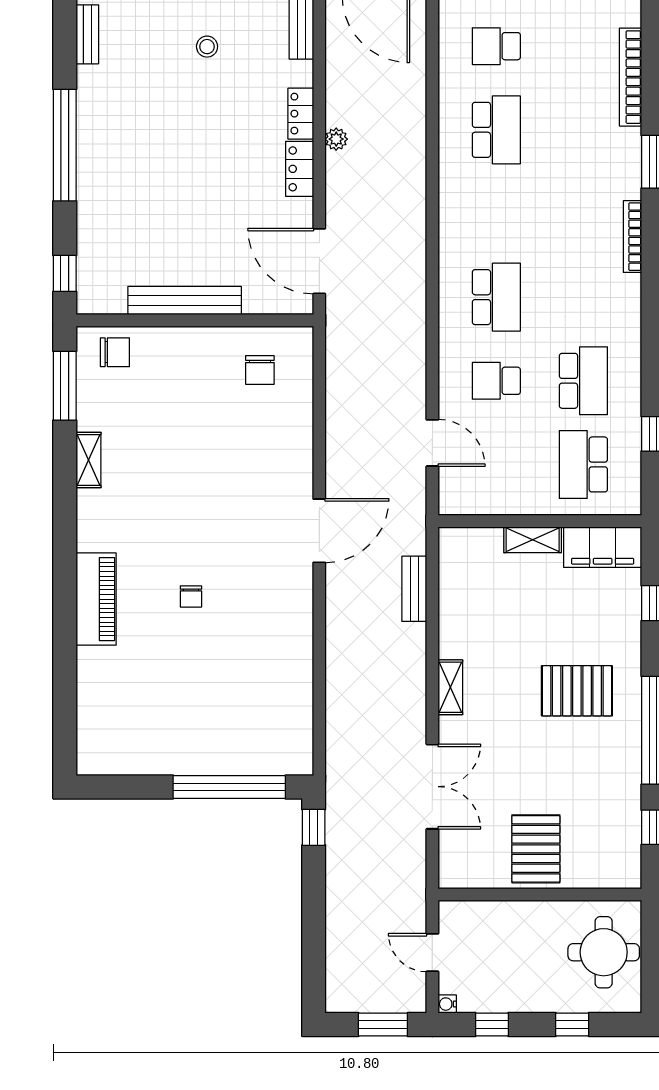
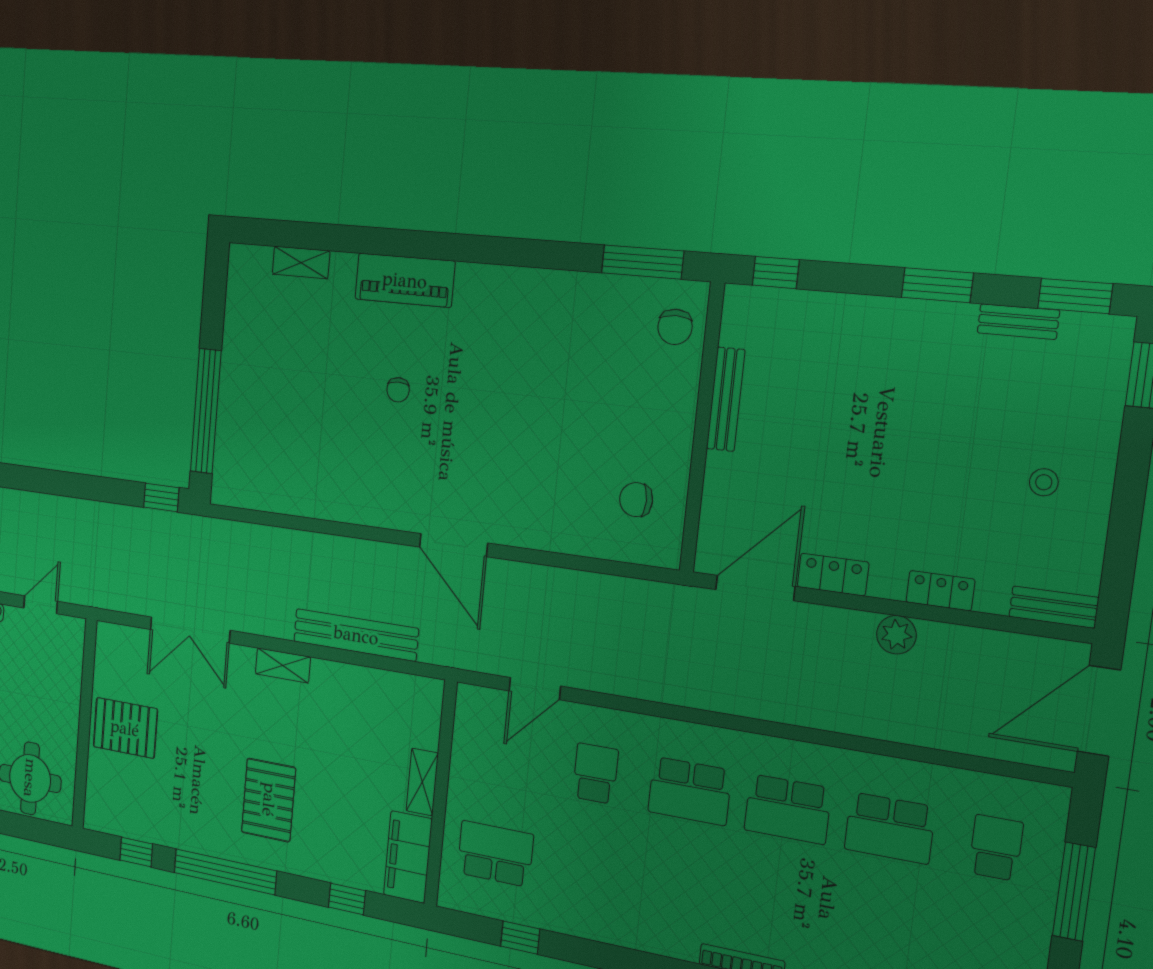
bench: (87, 34) -> (1018, 322), moved
window: (65, 42) -> (1075, 296), added
plant: (336, 139) -> (896, 635), width x1.38, depth x1.38
window: (65, 145) -> (937, 285), width x0.47
locker: (300, 169) -> (833, 575), moved
bench: (185, 301) -> (726, 399), width x0.73, depth x0.82
school desk: (583, 381) -> (788, 809), moved
shelving: (89, 460) -> (301, 262), moved
bench: (414, 589) -> (356, 635), width x1.86, depth x1.21
chair: (191, 596) -> (398, 390), turned -90

